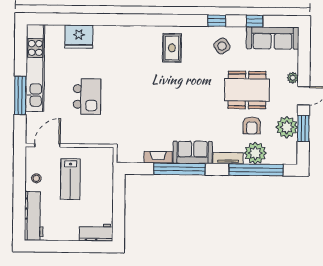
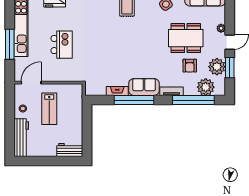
plant: (255, 153) -> (206, 87), moved

